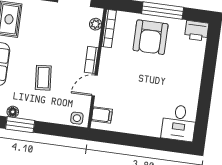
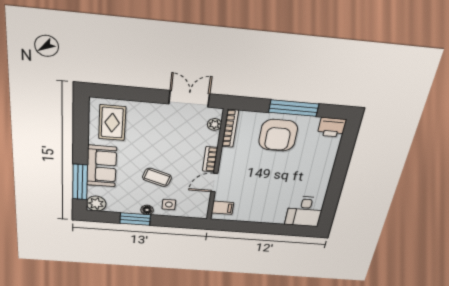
coffee table: (43, 78) -> (157, 177), turned -67
floor lamp: (13, 112) -> (147, 210), moved
side table: (77, 118) -> (169, 205), moved

